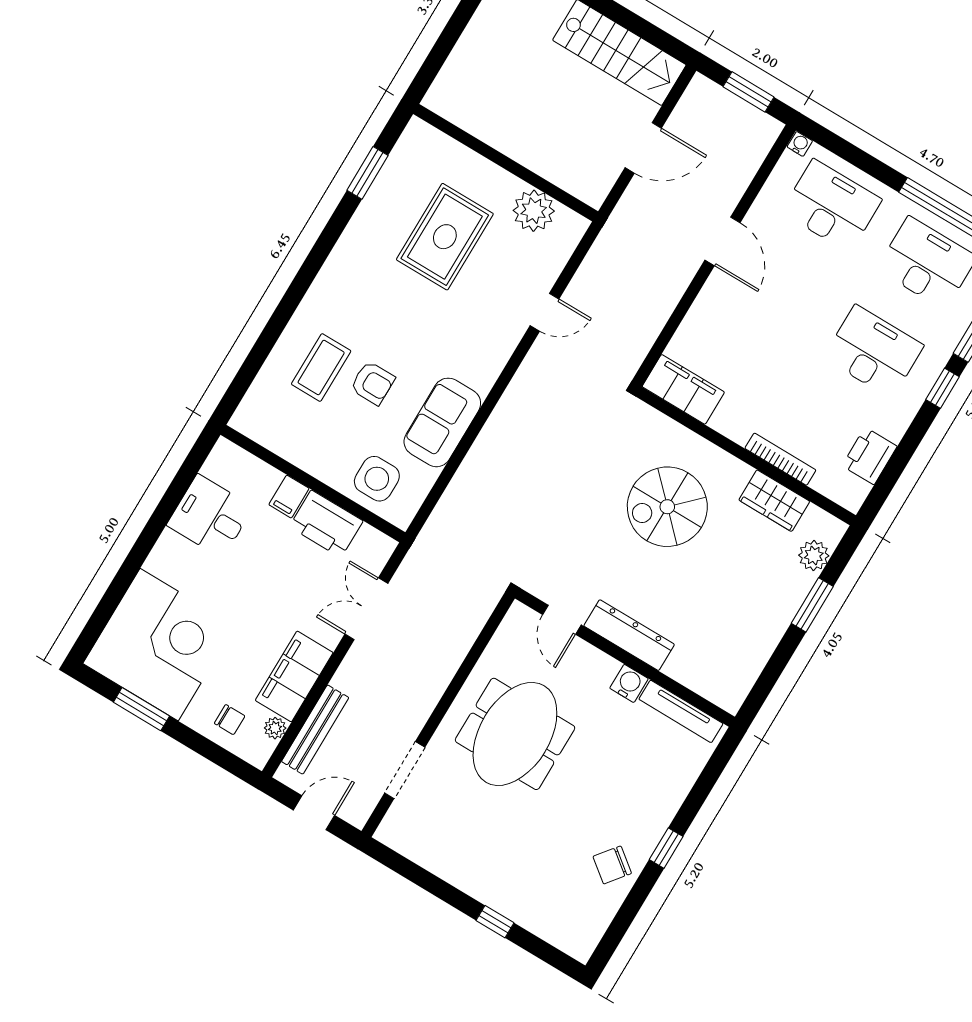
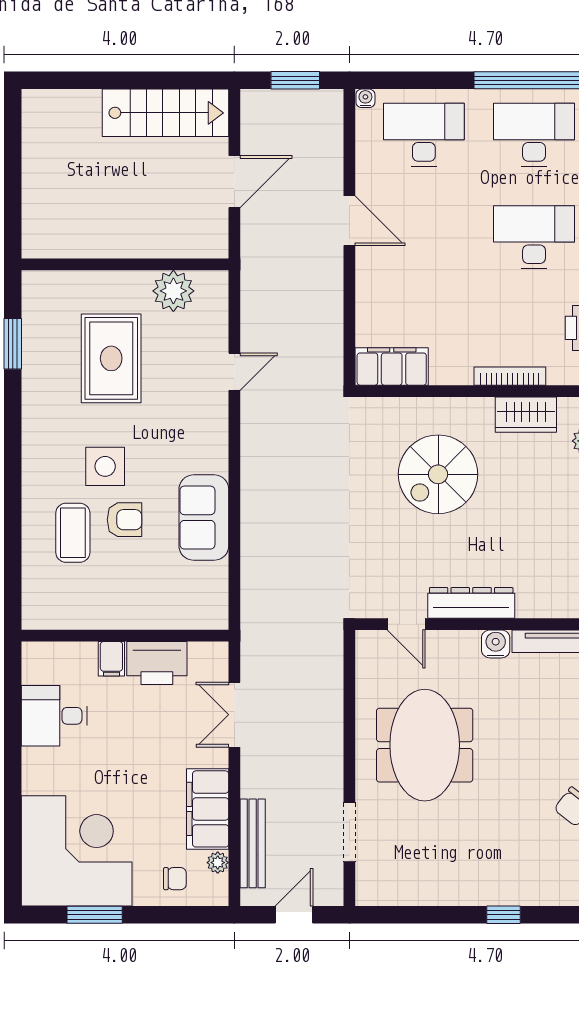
side table: (377, 479) -> (105, 466), moved

